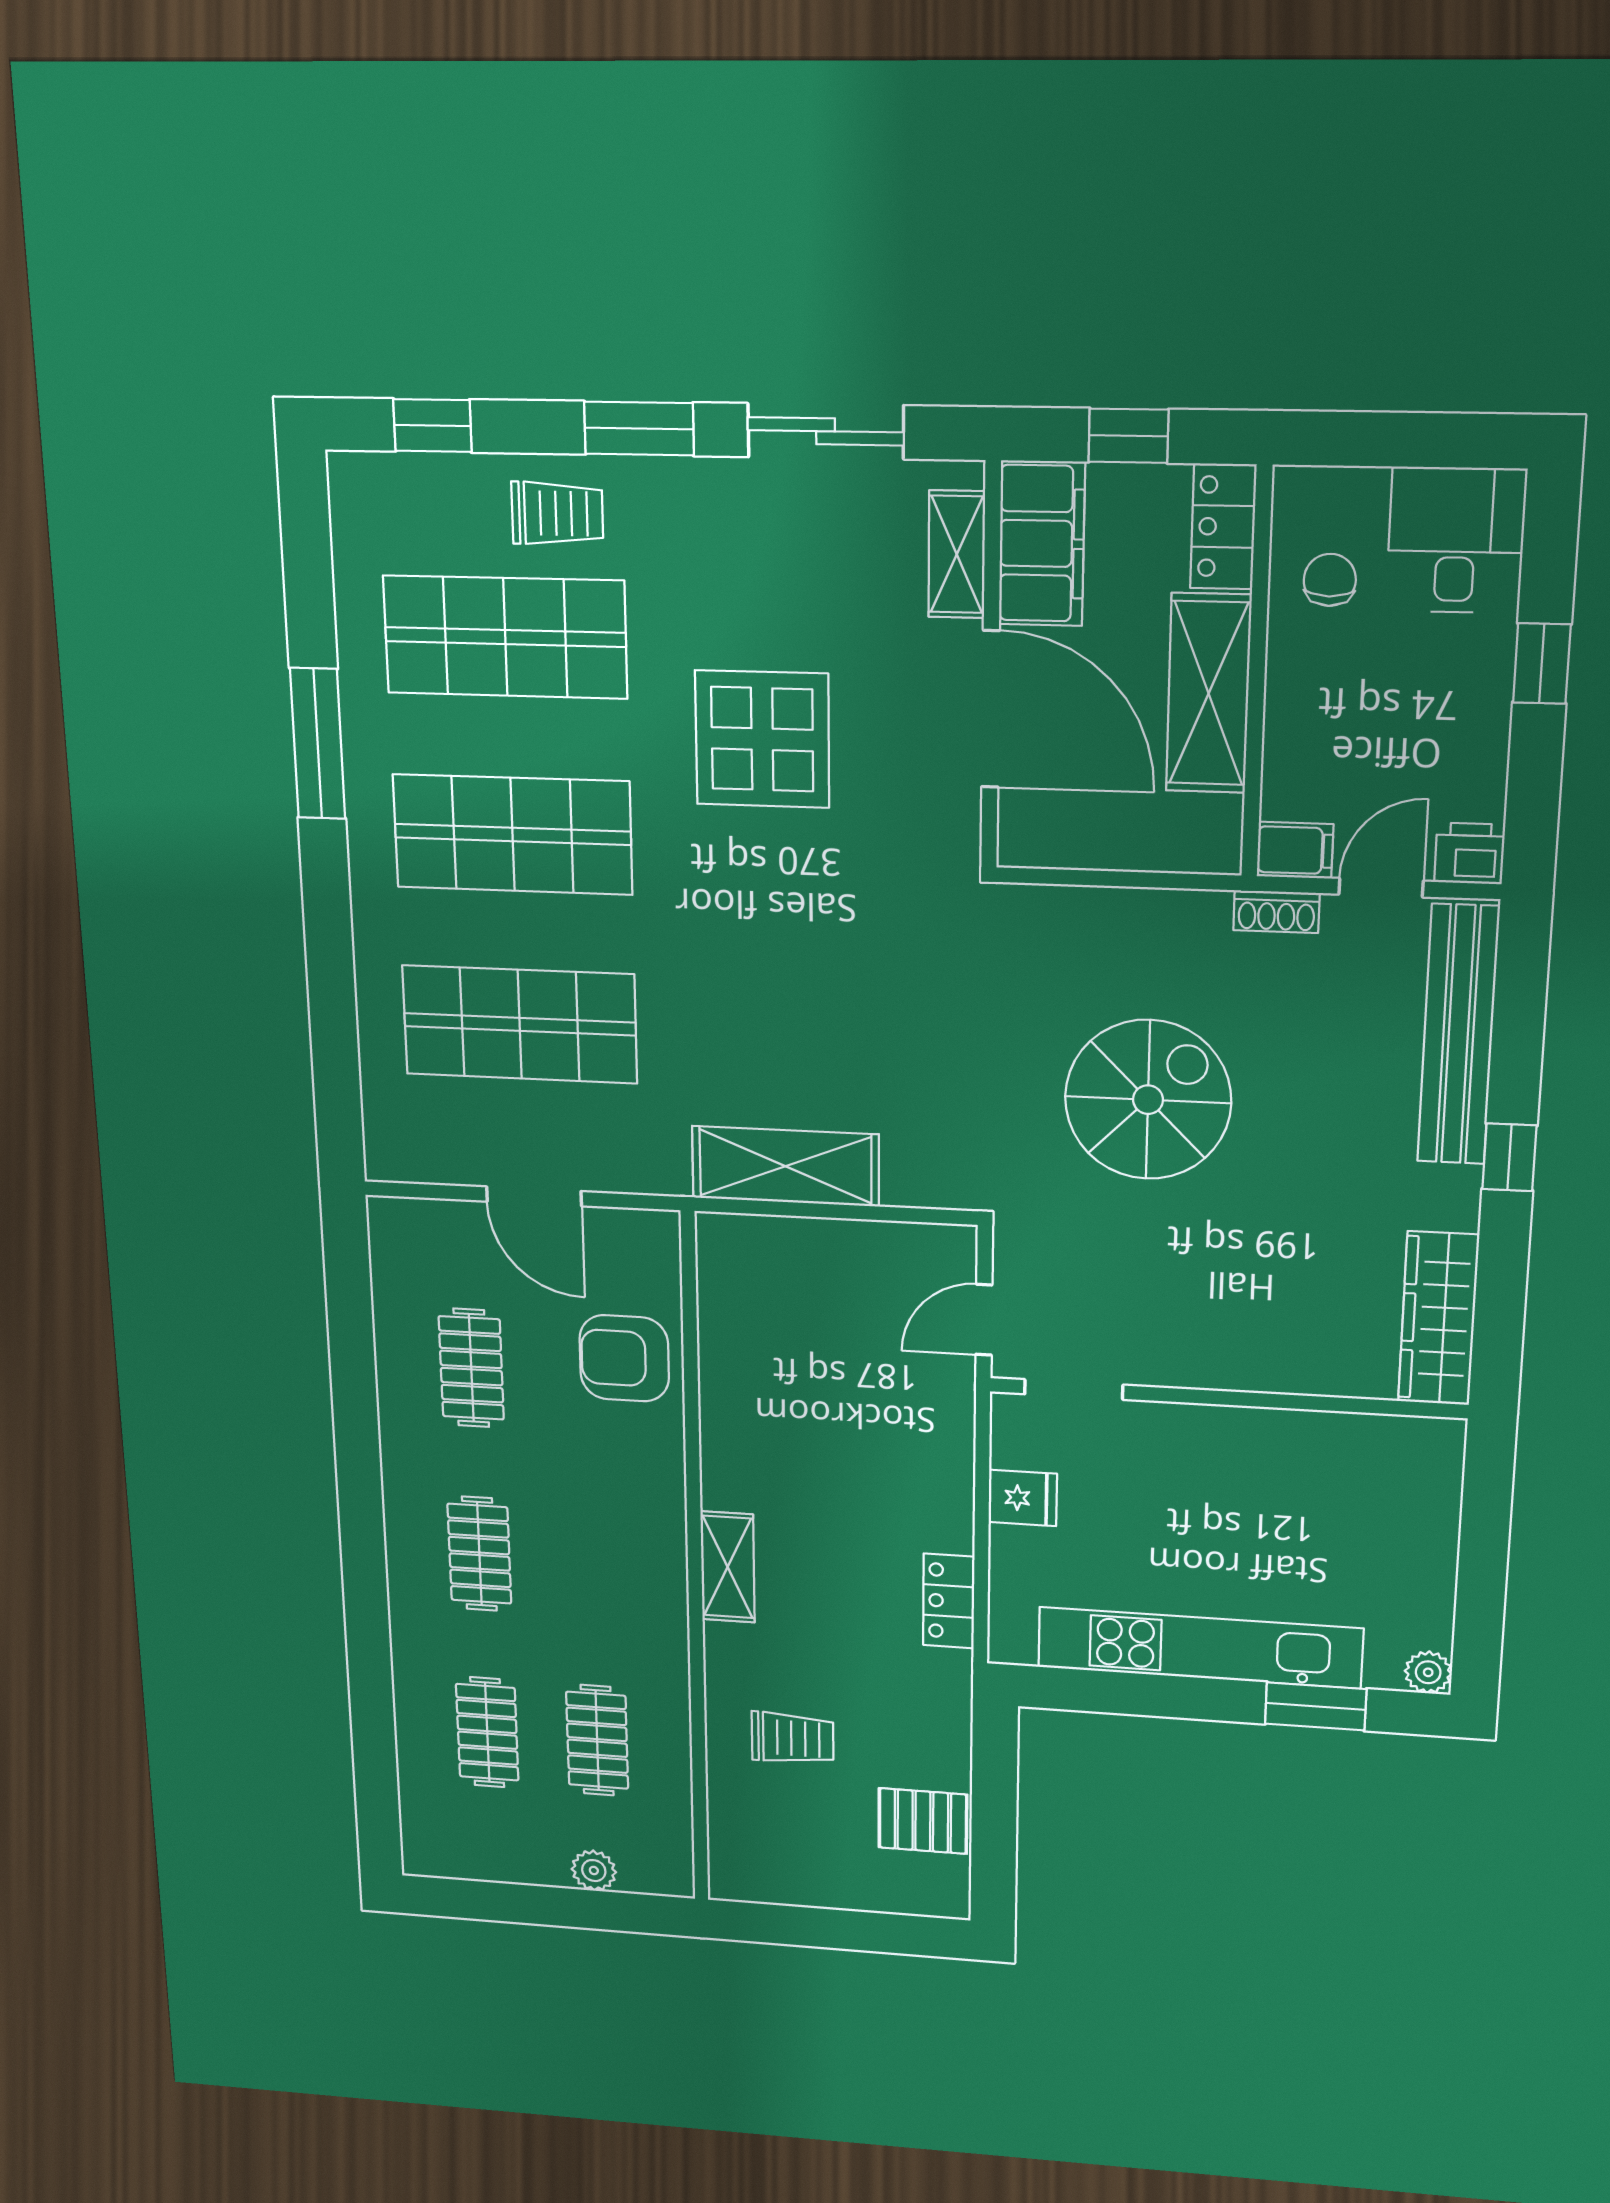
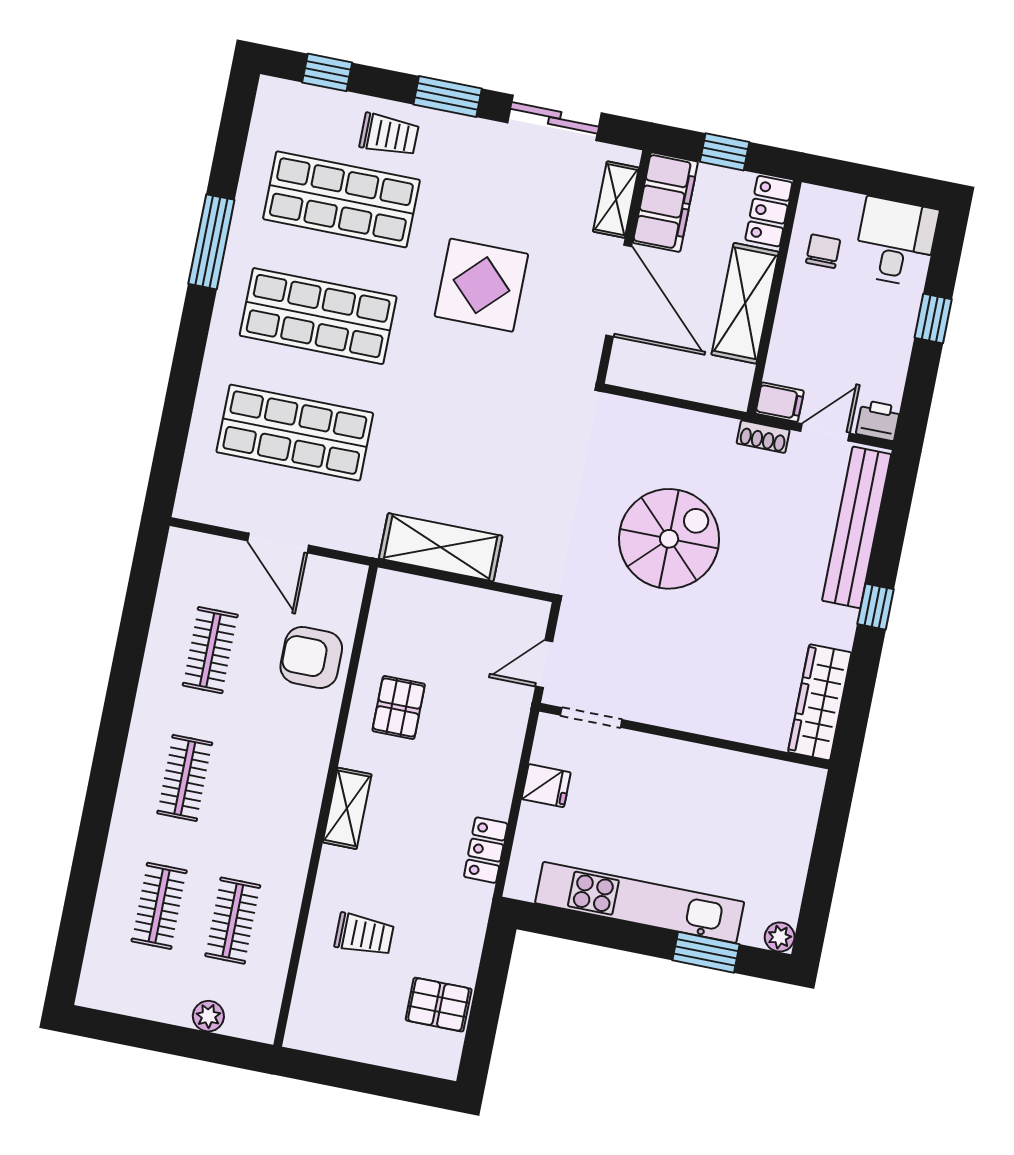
pallet: (773, 1413) -> (399, 707), added

